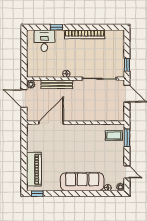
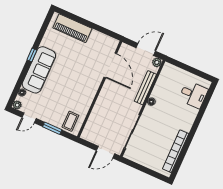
window: (56, 27) -> (201, 112), removed
bookcase: (85, 34) -> (176, 151), moved
window: (127, 65) -> (134, 165), removed
window: (127, 138) -> (52, 128), moved
window: (37, 194) -> (32, 55), moved

